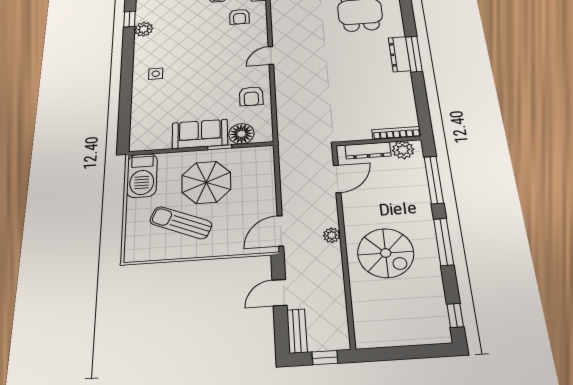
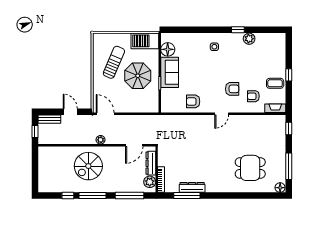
window: (129, 19) -> (238, 30), moved
armchair: (228, 45) -> (232, 89), added
dresser: (400, 54) -> (192, 187), moved
window: (414, 54) -> (187, 196), moved
door: (271, 55) -> (222, 114), swing flipped
floor lamp: (241, 134) -> (168, 49), moved
door: (337, 179) -> (134, 145), hinge flipped
window: (455, 315) -> (68, 196), moved

